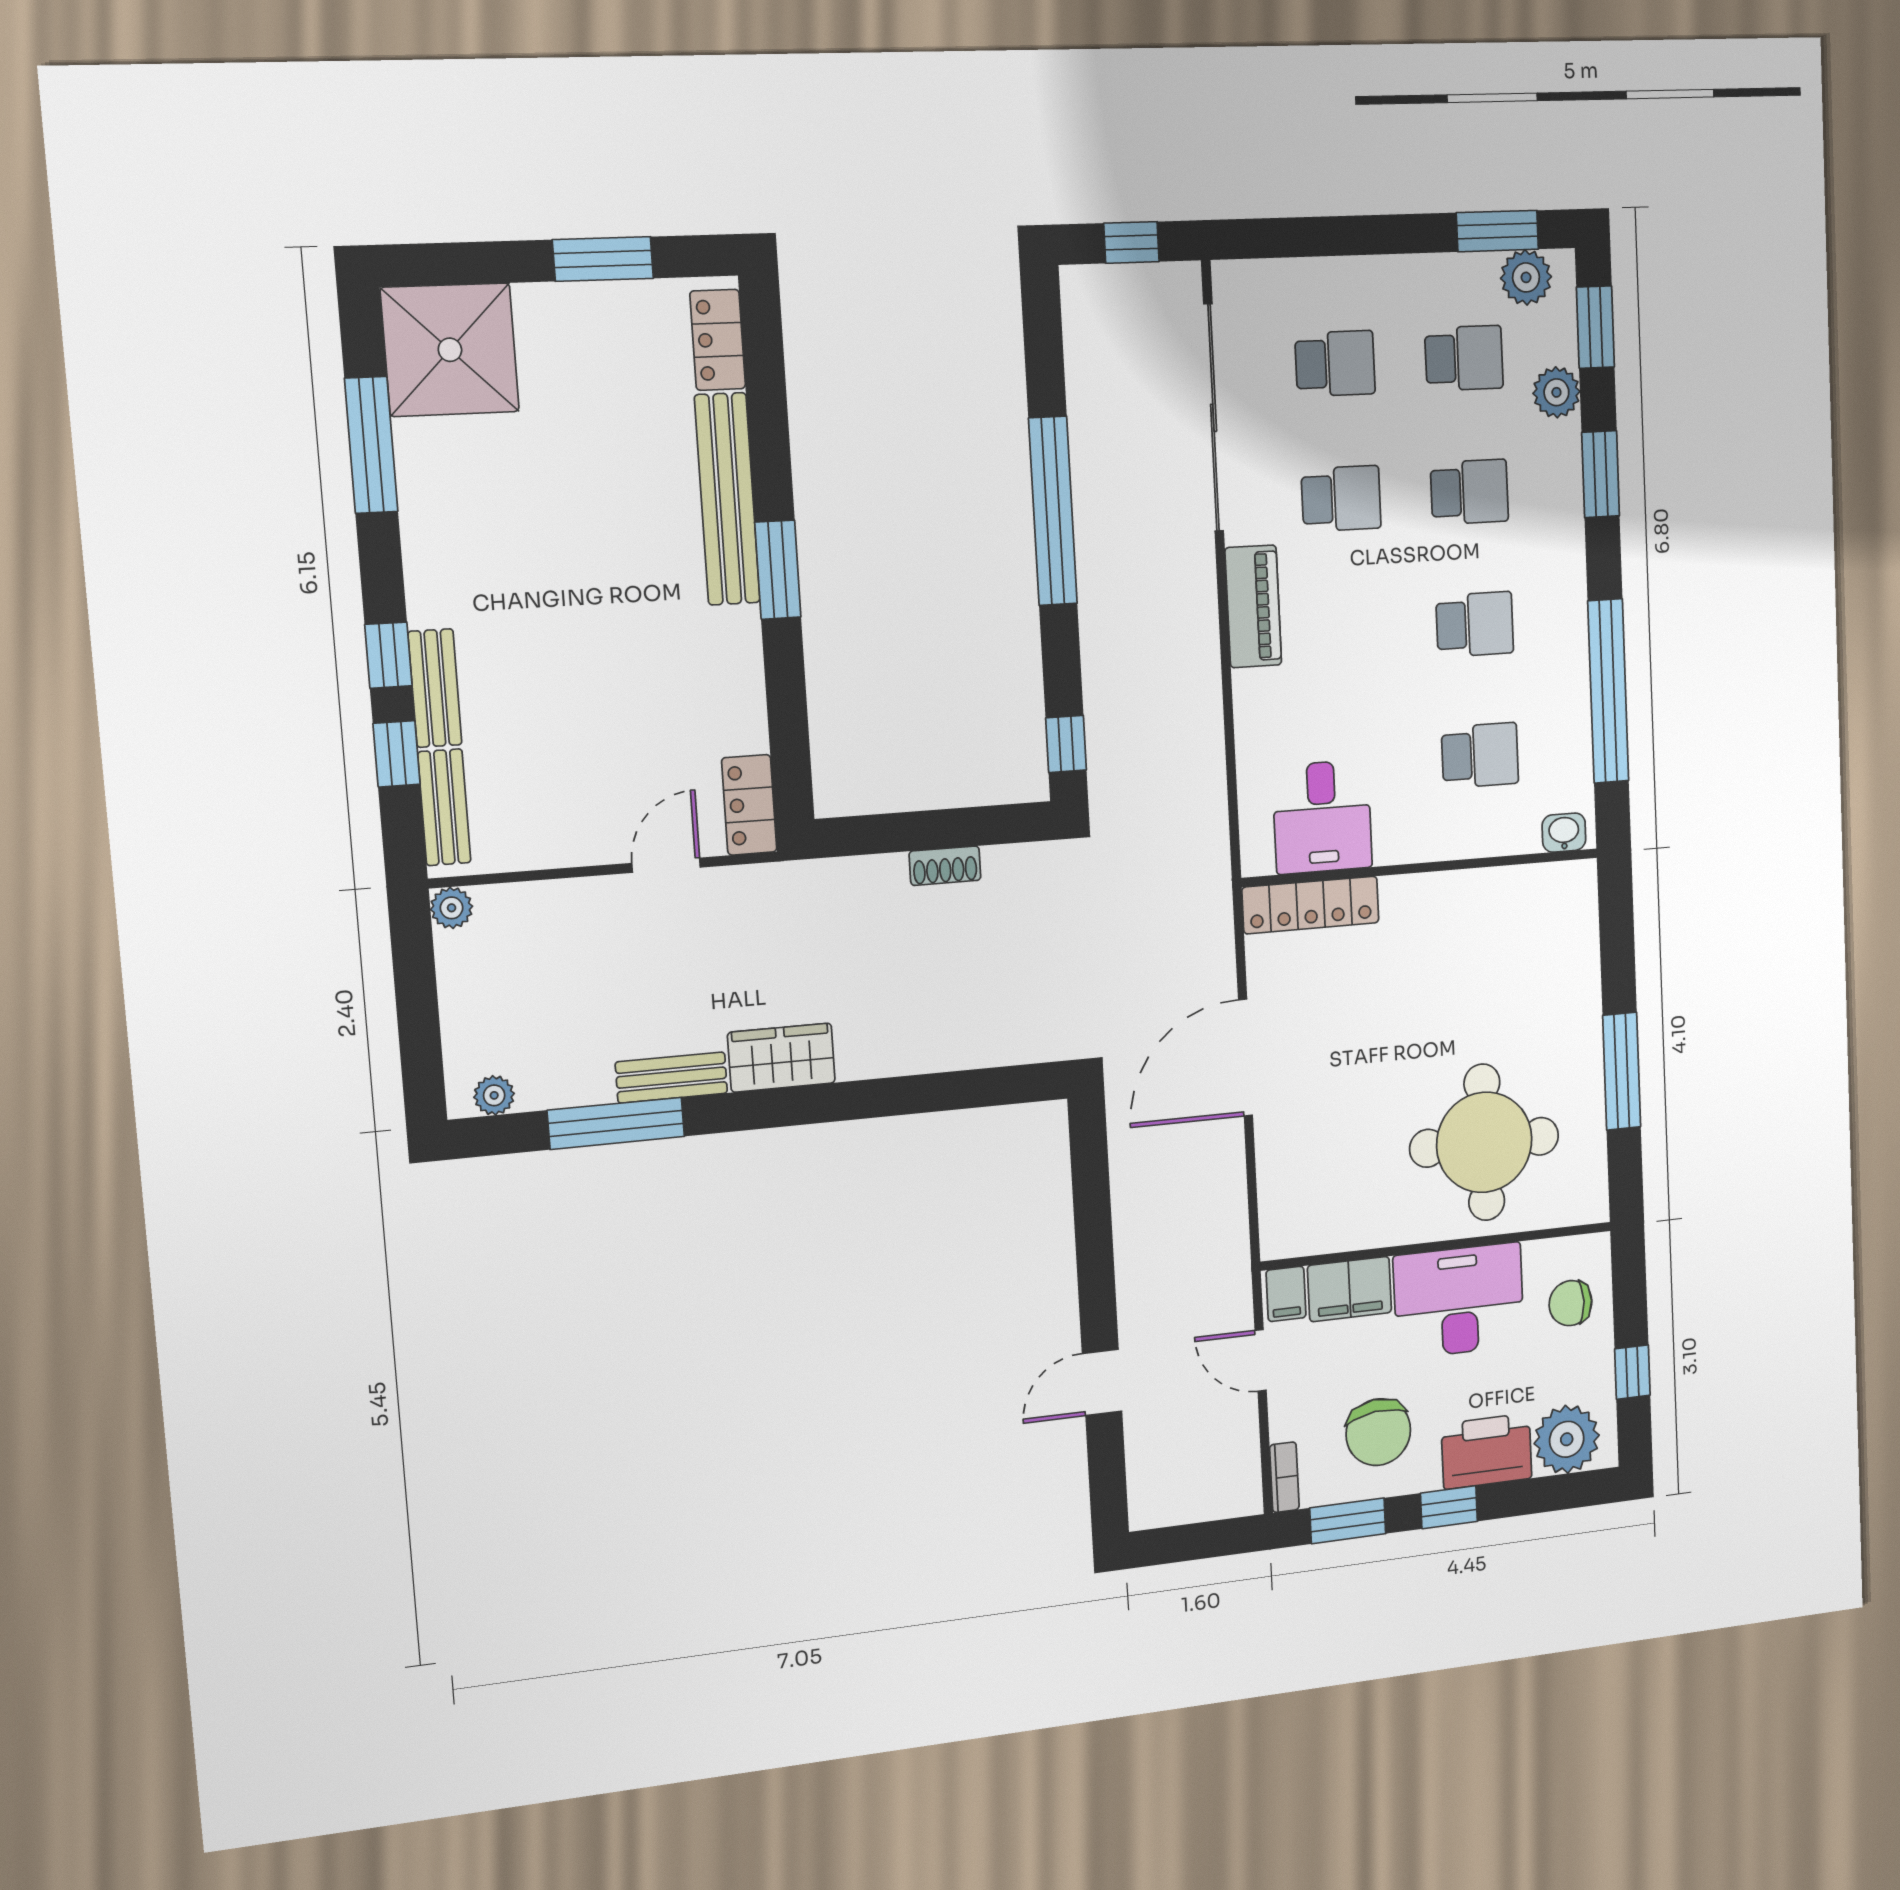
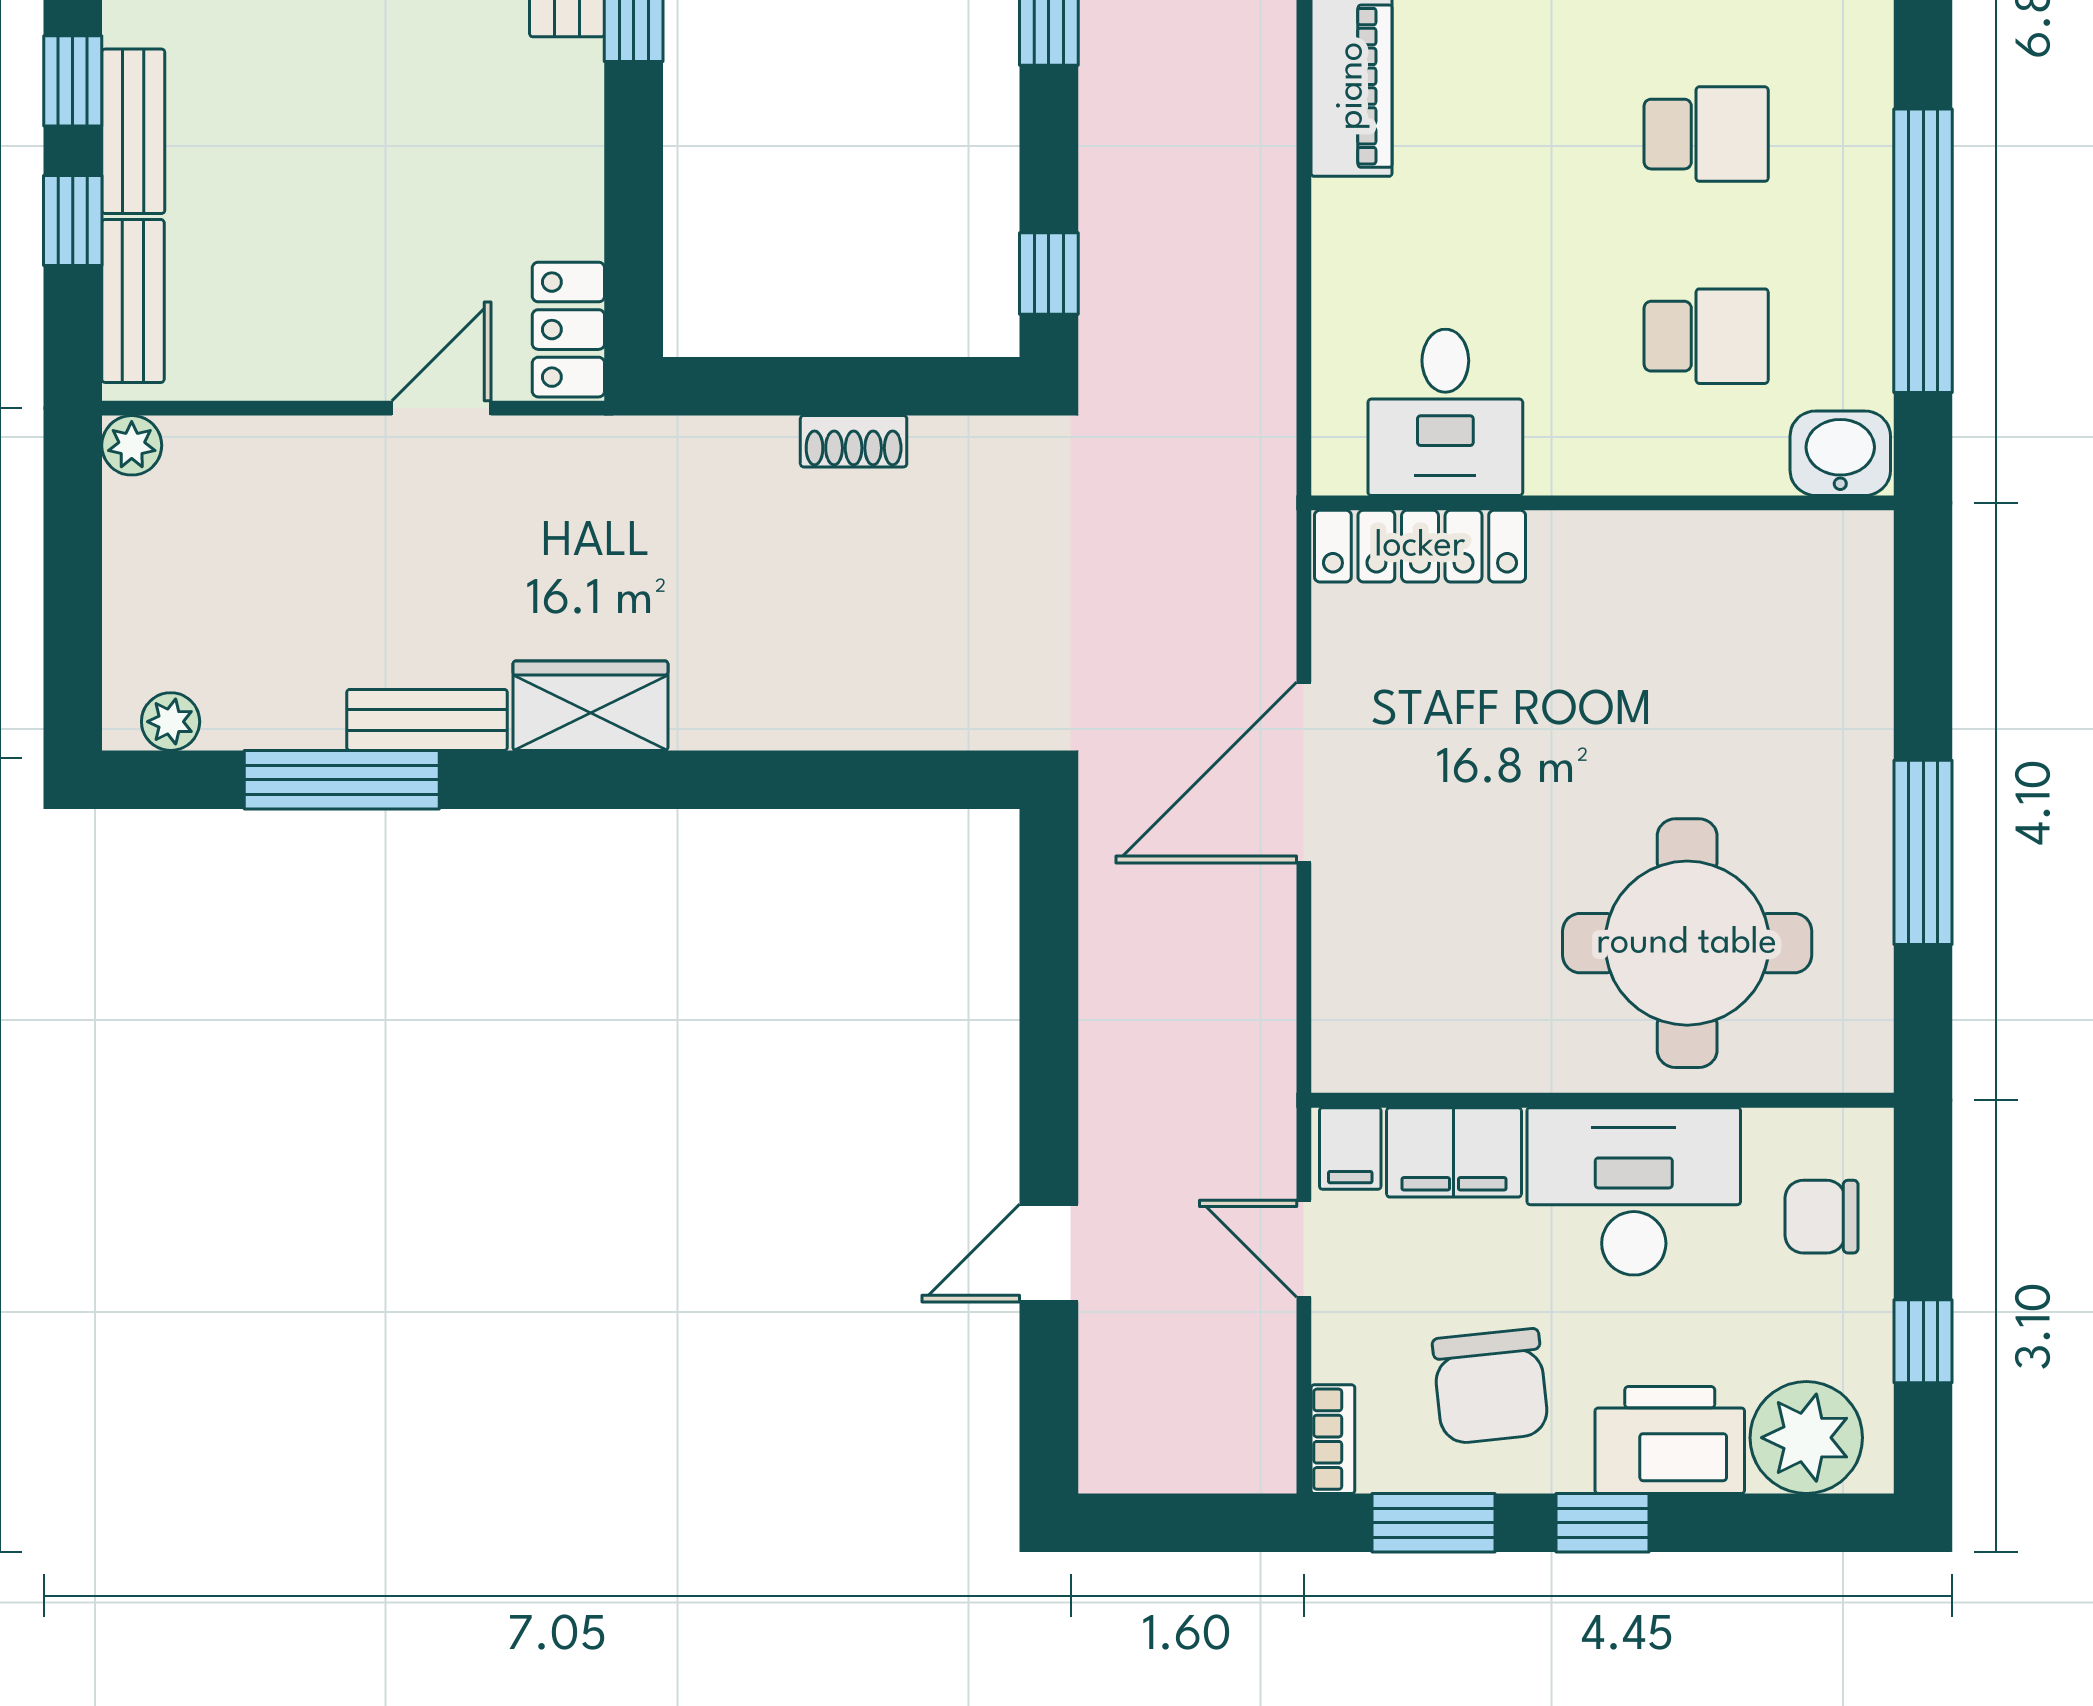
washbasin: (1564, 833) -> (1840, 453), width x1.38, depth x1.45

